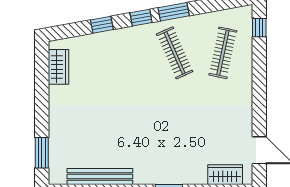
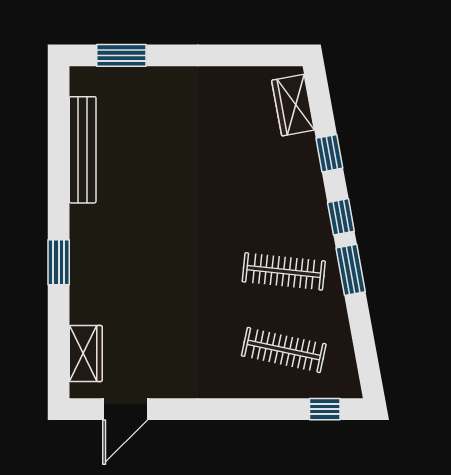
clothes rail: (175, 53) -> (284, 271), turned 30
wardrobe: (58, 67) -> (293, 105), moved, turned 80

